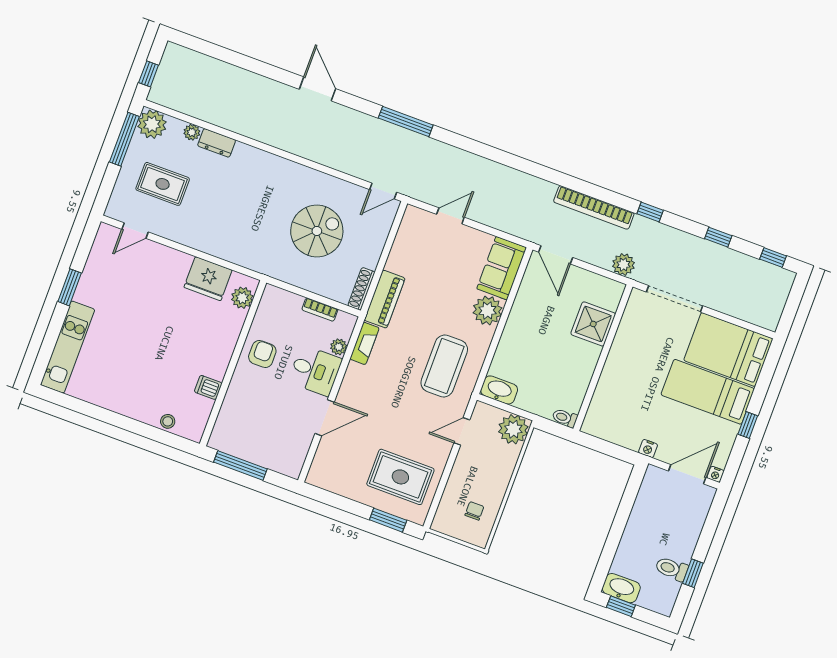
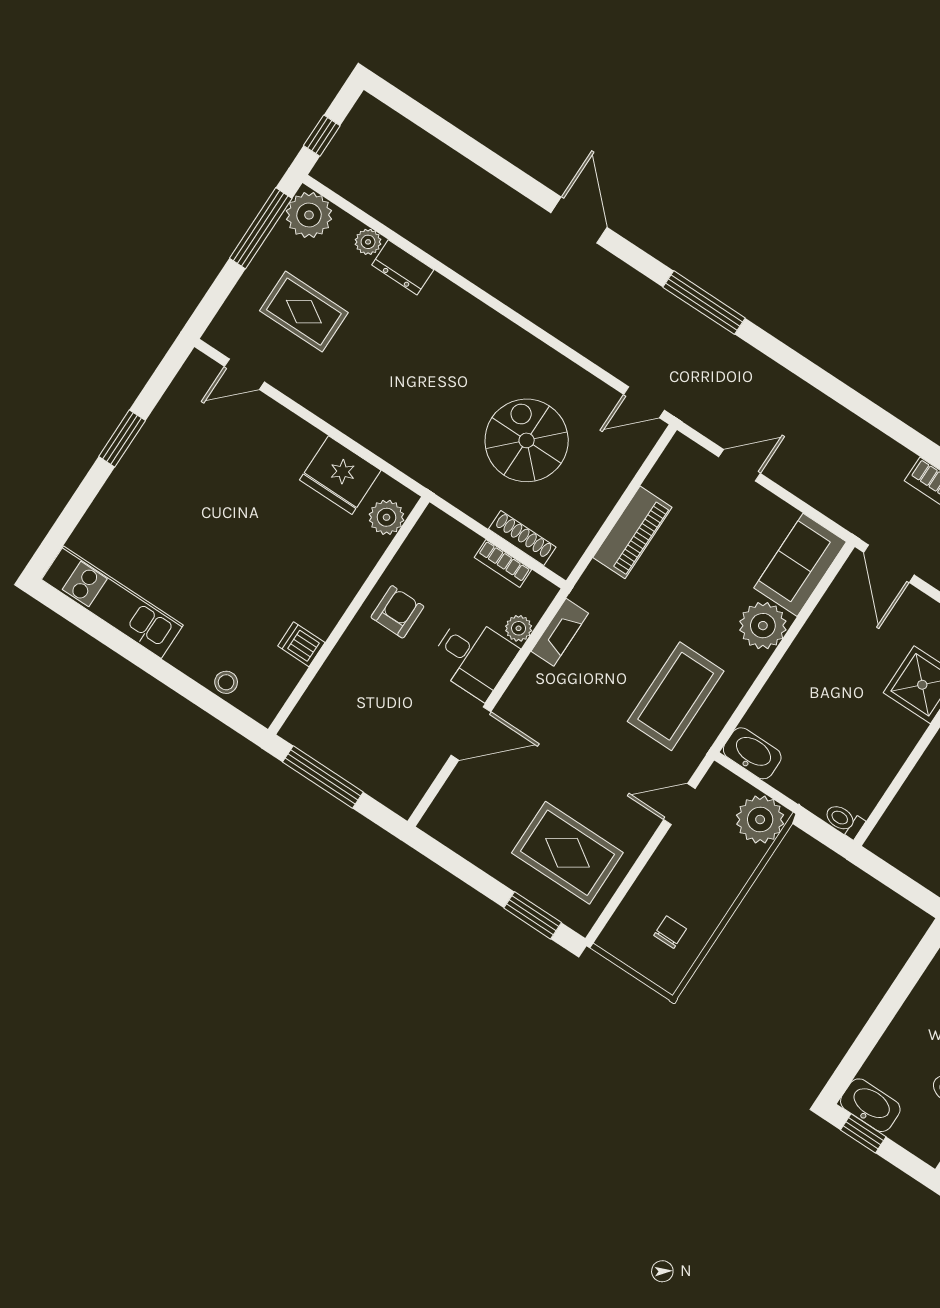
spiral stairs: (317, 231) -> (527, 440), turned -90
shoe rack: (361, 289) -> (522, 538), moved, turned 90
piano: (385, 299) -> (632, 532), moved
kitchen unit: (68, 347) -> (112, 602), moved, turned -90

